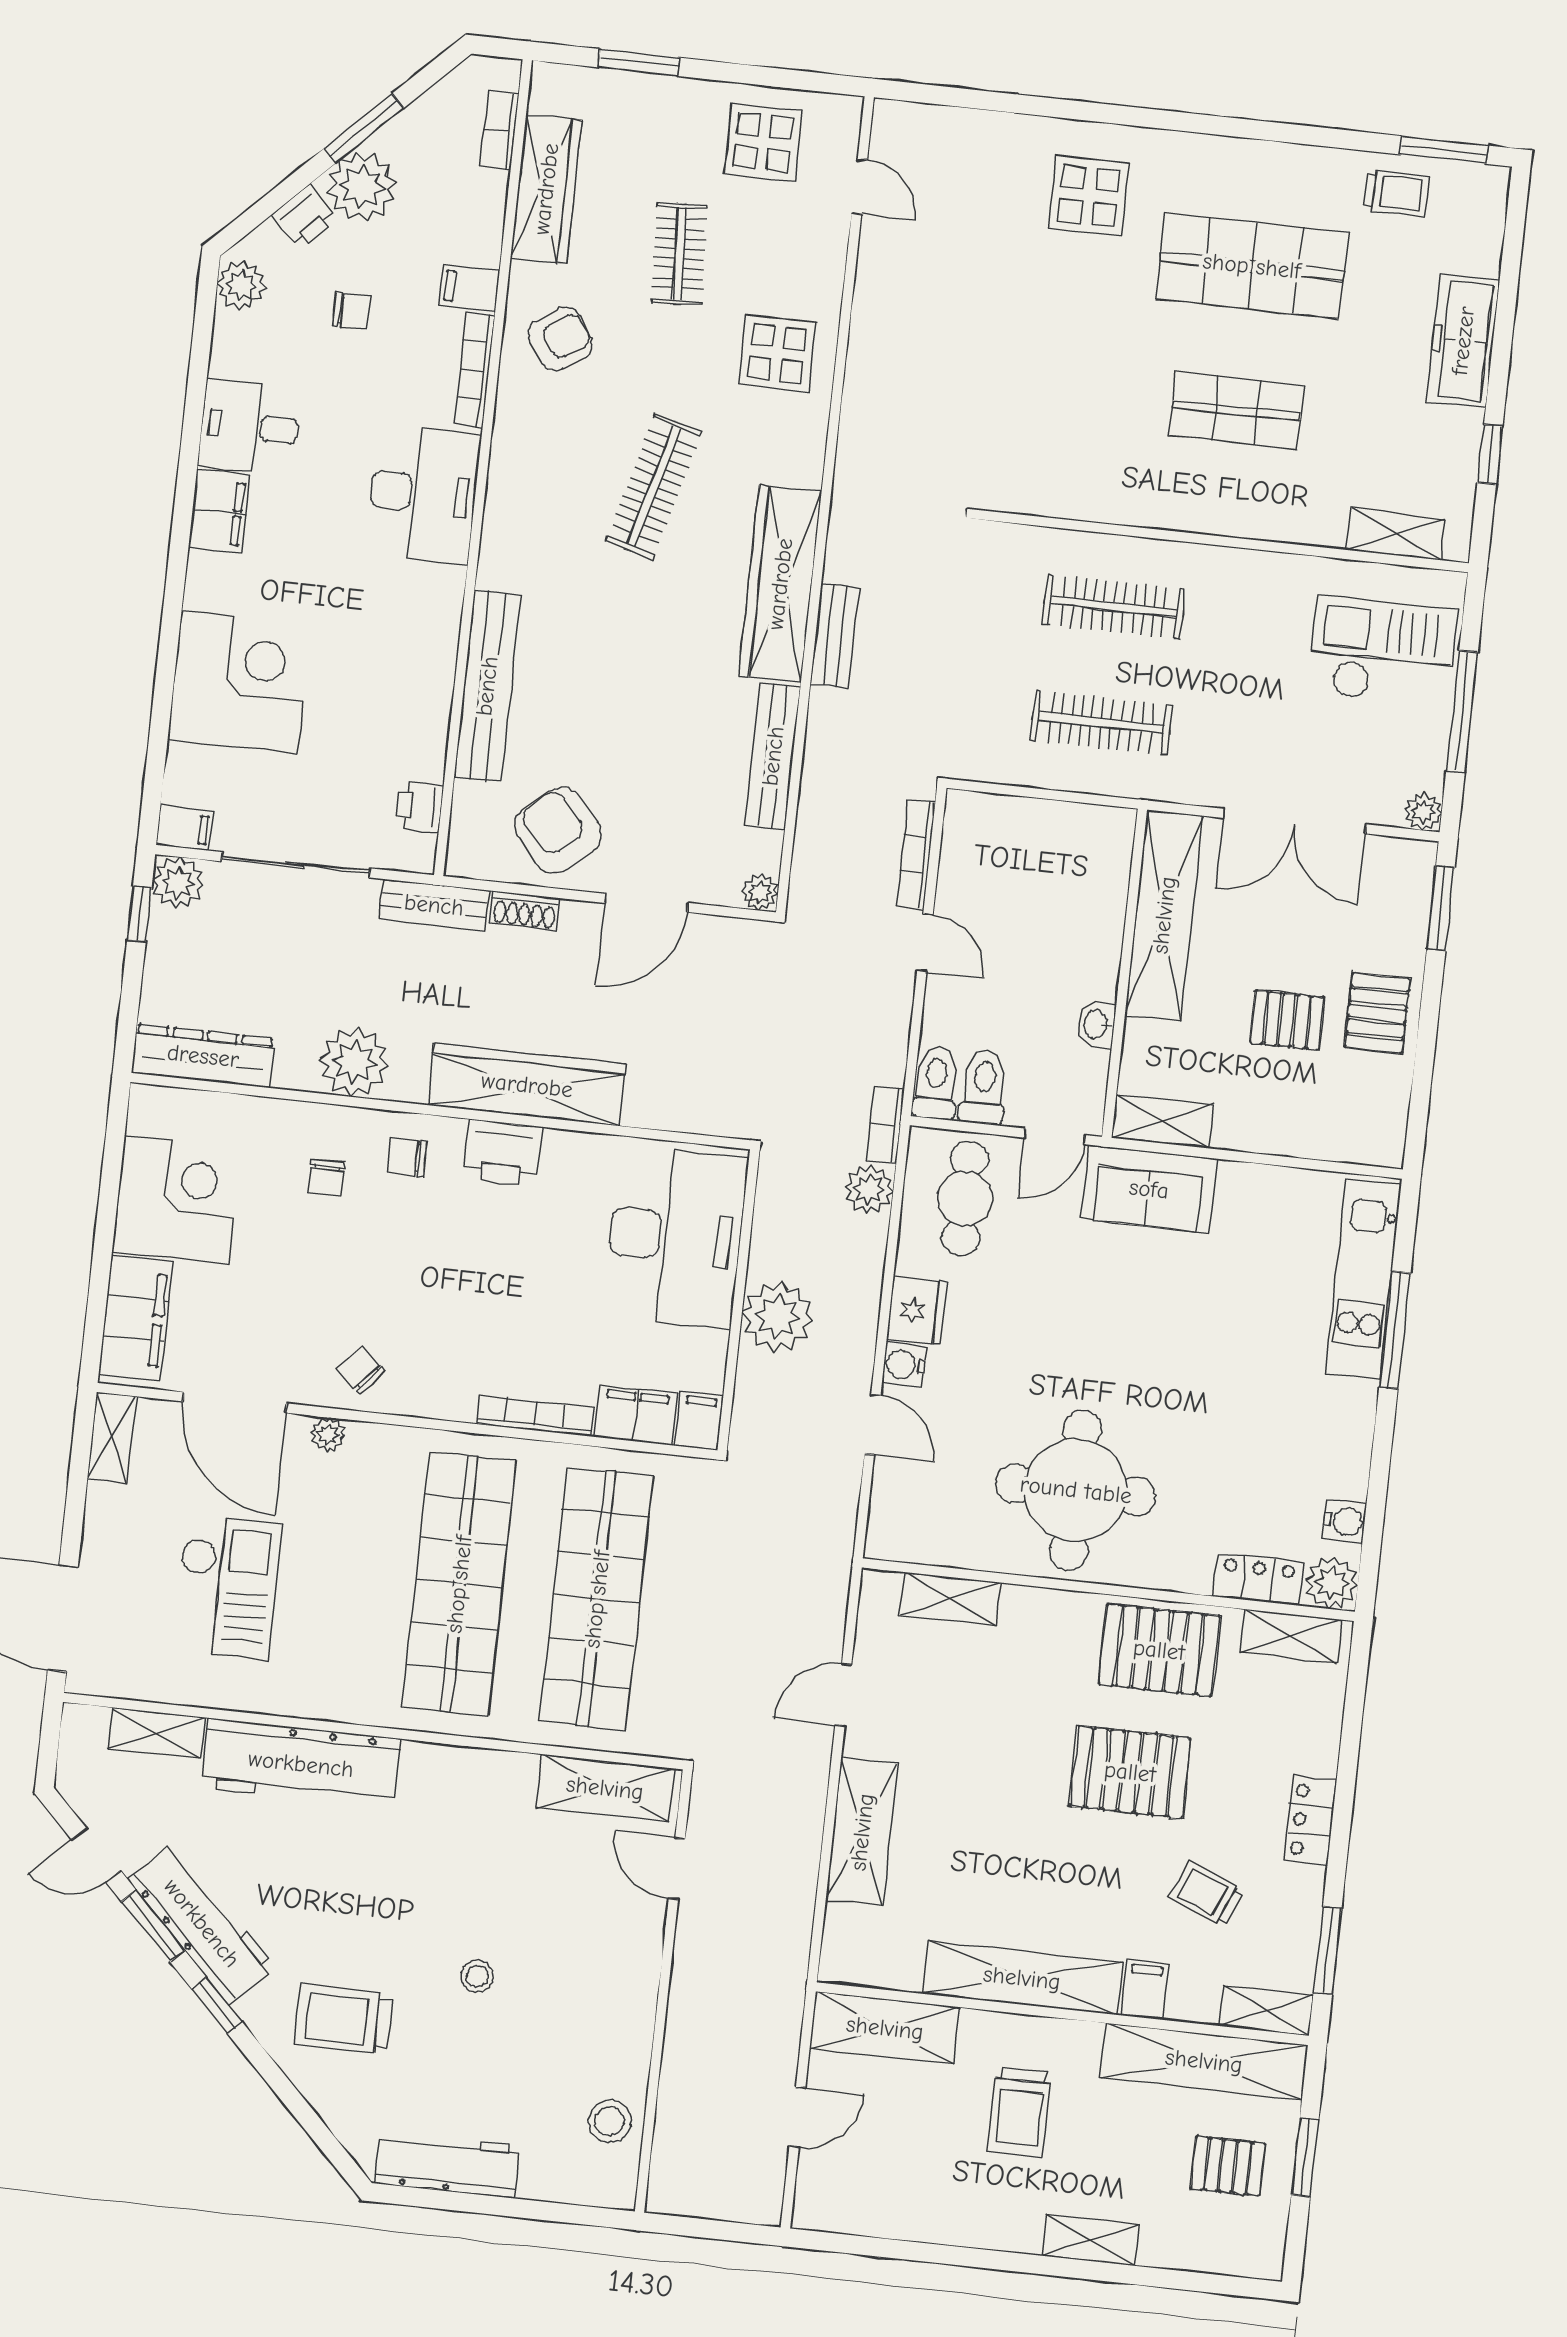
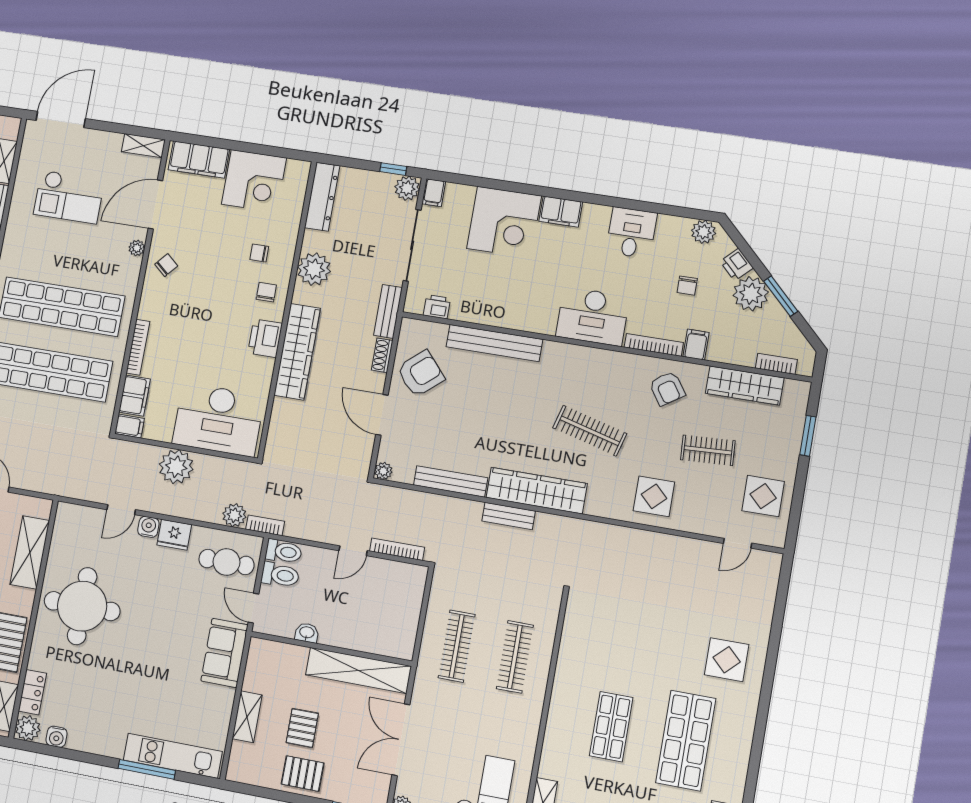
filing cabinet: (219, 512) -> (561, 212), moved
shelving: (1162, 1121) -> (247, 717), moved
shelving: (950, 1599) -> (30, 552), width x1.50, depth x1.33

